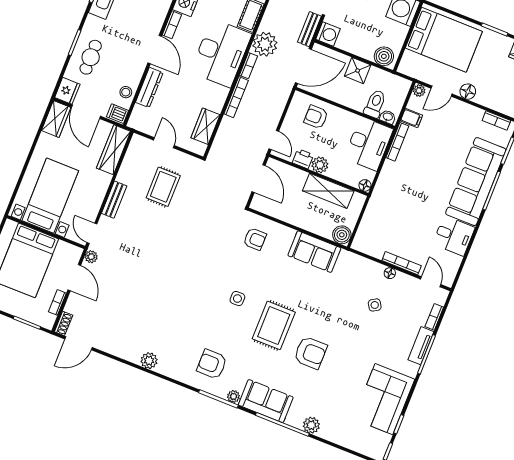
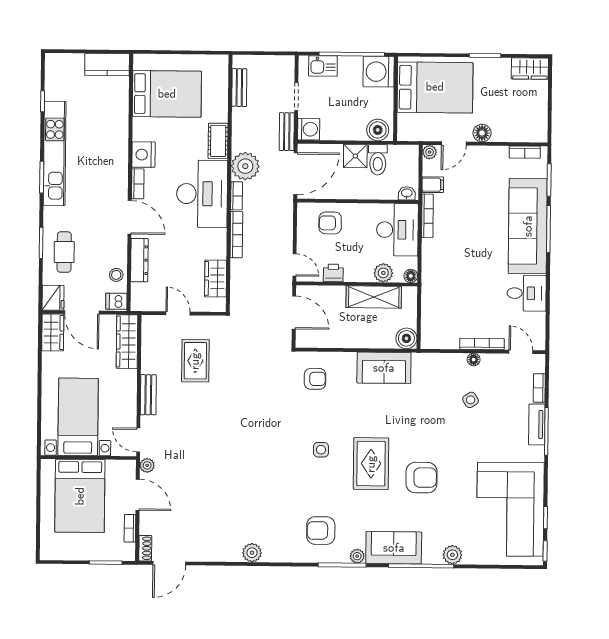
toilet: (375, 104) -> (378, 160), moved, turned 180
plant: (320, 165) -> (383, 273), moved
corner sofa: (384, 399) -> (510, 509), width x1.36, depth x1.36

